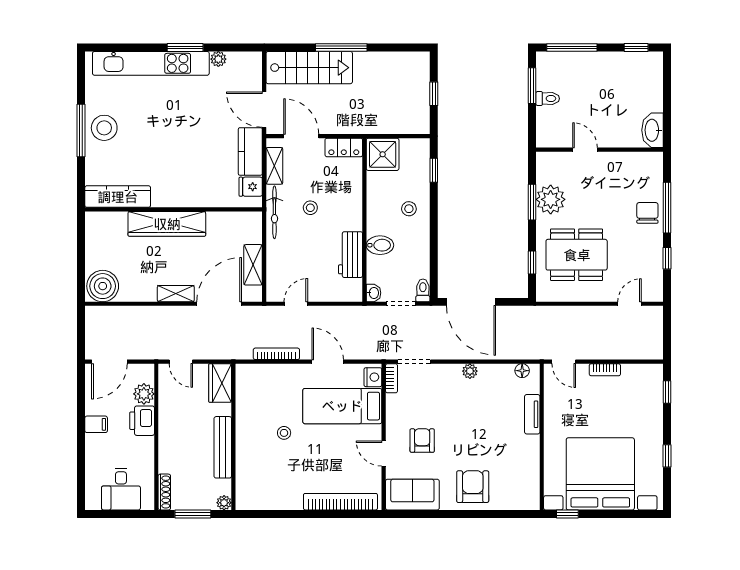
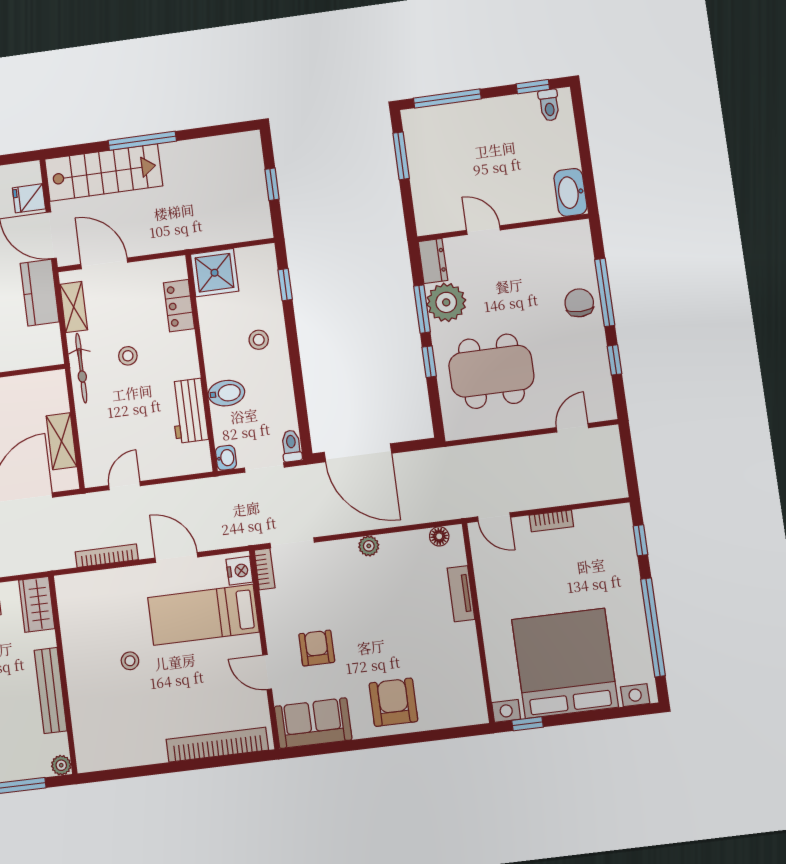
toilet: (548, 99) -> (549, 105), moved, turned 90
locker: (344, 147) -> (179, 306), moved, turned 90
dresser: (545, 167) -> (433, 261), added
fridge: (251, 187) -> (29, 198), moved
window: (532, 263) -> (429, 362), moved
window: (667, 456) -> (653, 627), width x3.17

